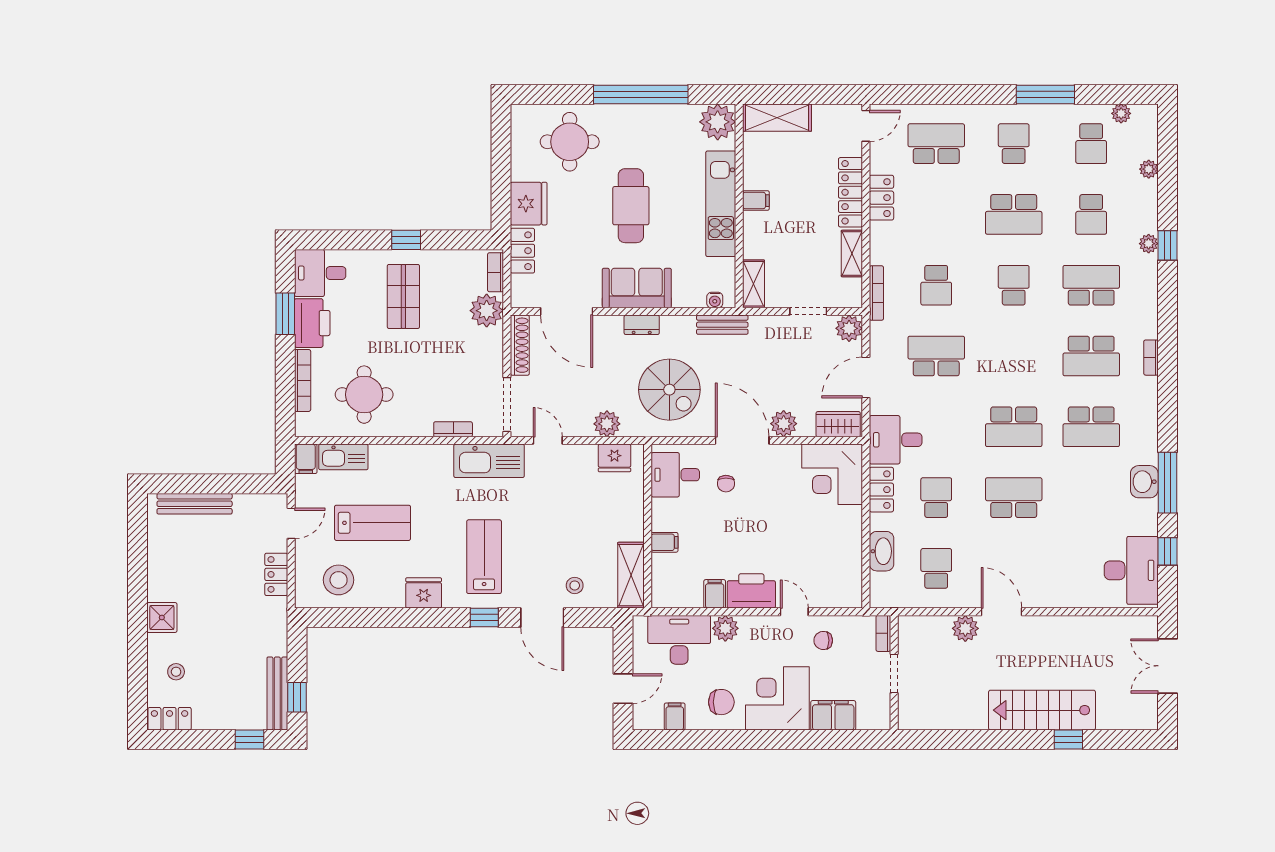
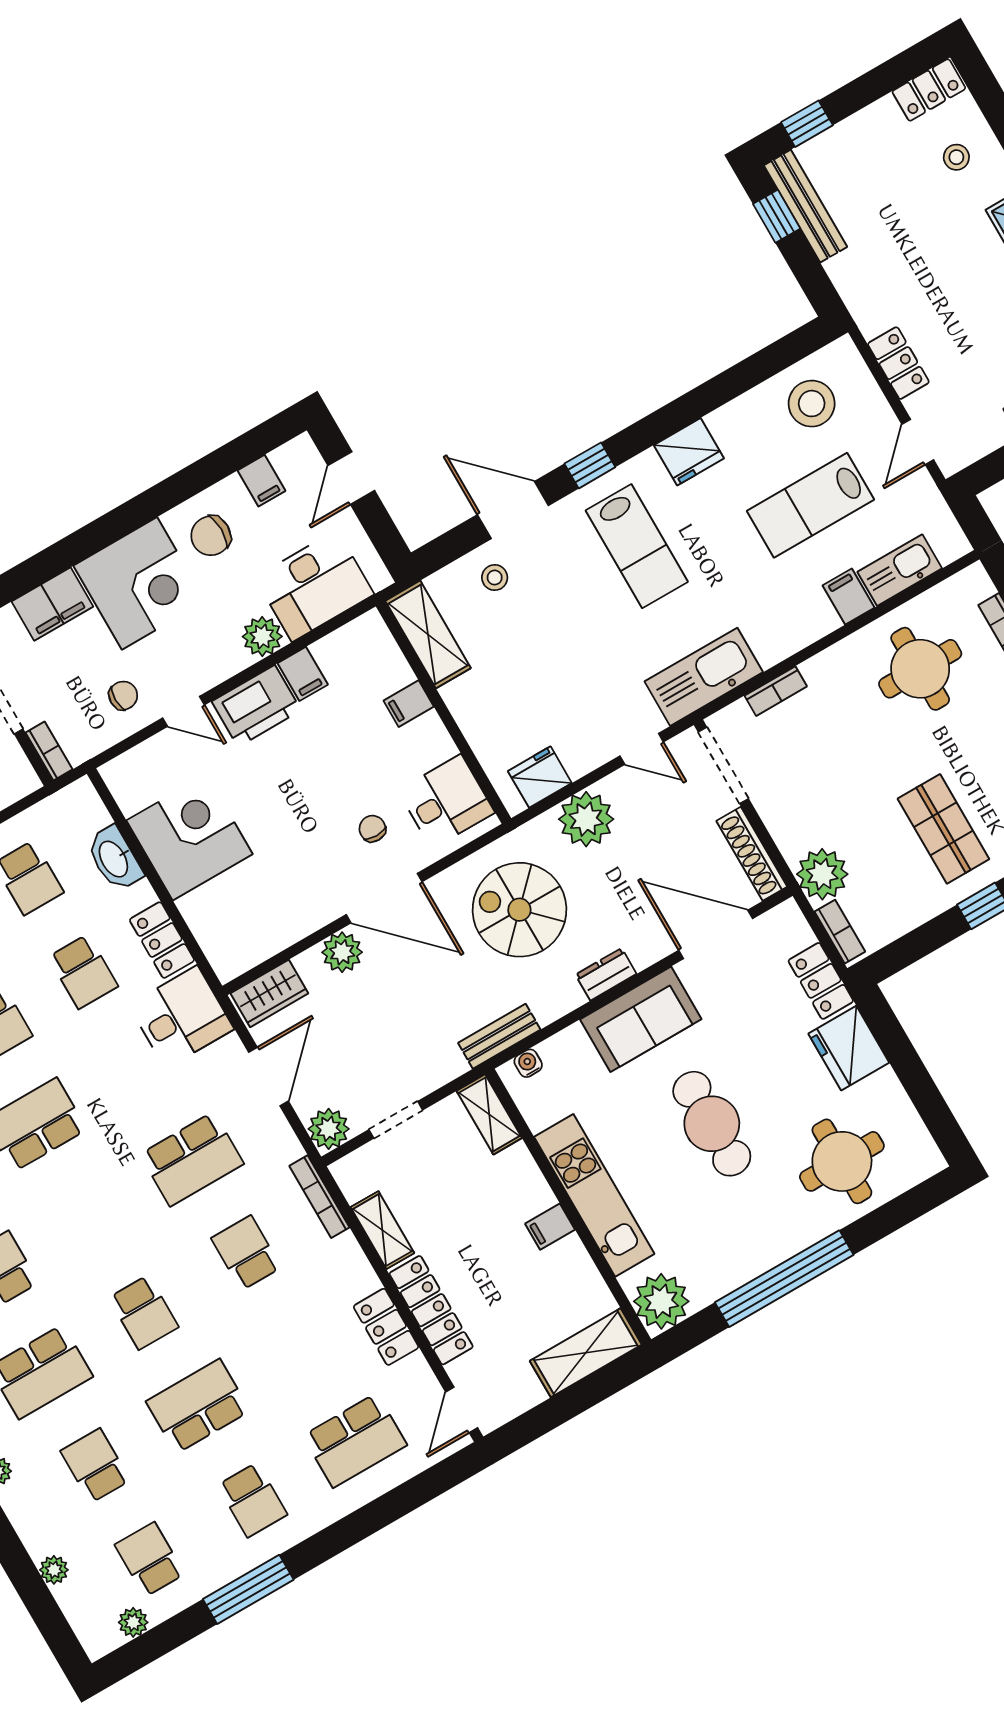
plant: (607, 424) -> (586, 819), width x1.36, depth x1.36
filing cabinet: (306, 459) -> (849, 596), moved
corner desk: (832, 474) -> (190, 837), moved

